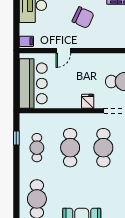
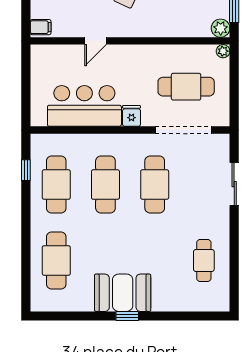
bar counter: (33, 83) -> (84, 106), moved, turned -90
cafe table: (37, 148) -> (56, 185), width x1.37, depth x1.35

